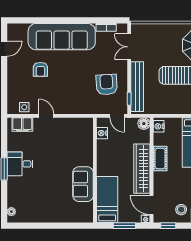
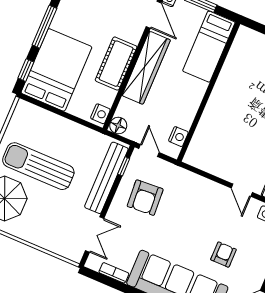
cot: (160, 158) -> (116, 64), width x1.37, depth x1.34
sofa: (83, 184) -> (232, 80), removed

